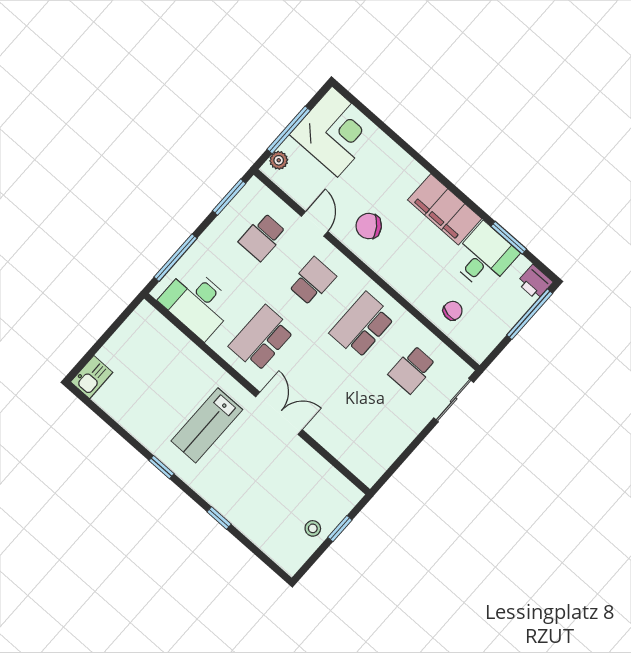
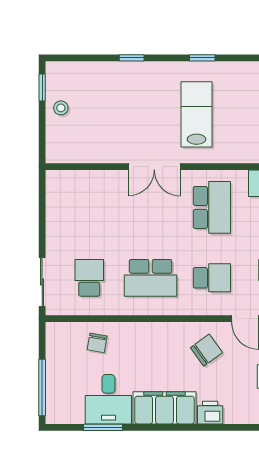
school desk: (312, 281) -> (212, 278), turned -90
printer: (535, 282) -> (210, 413), moved
school desk: (362, 325) -> (151, 278), turned 90
window: (340, 529) -> (42, 88), moved

